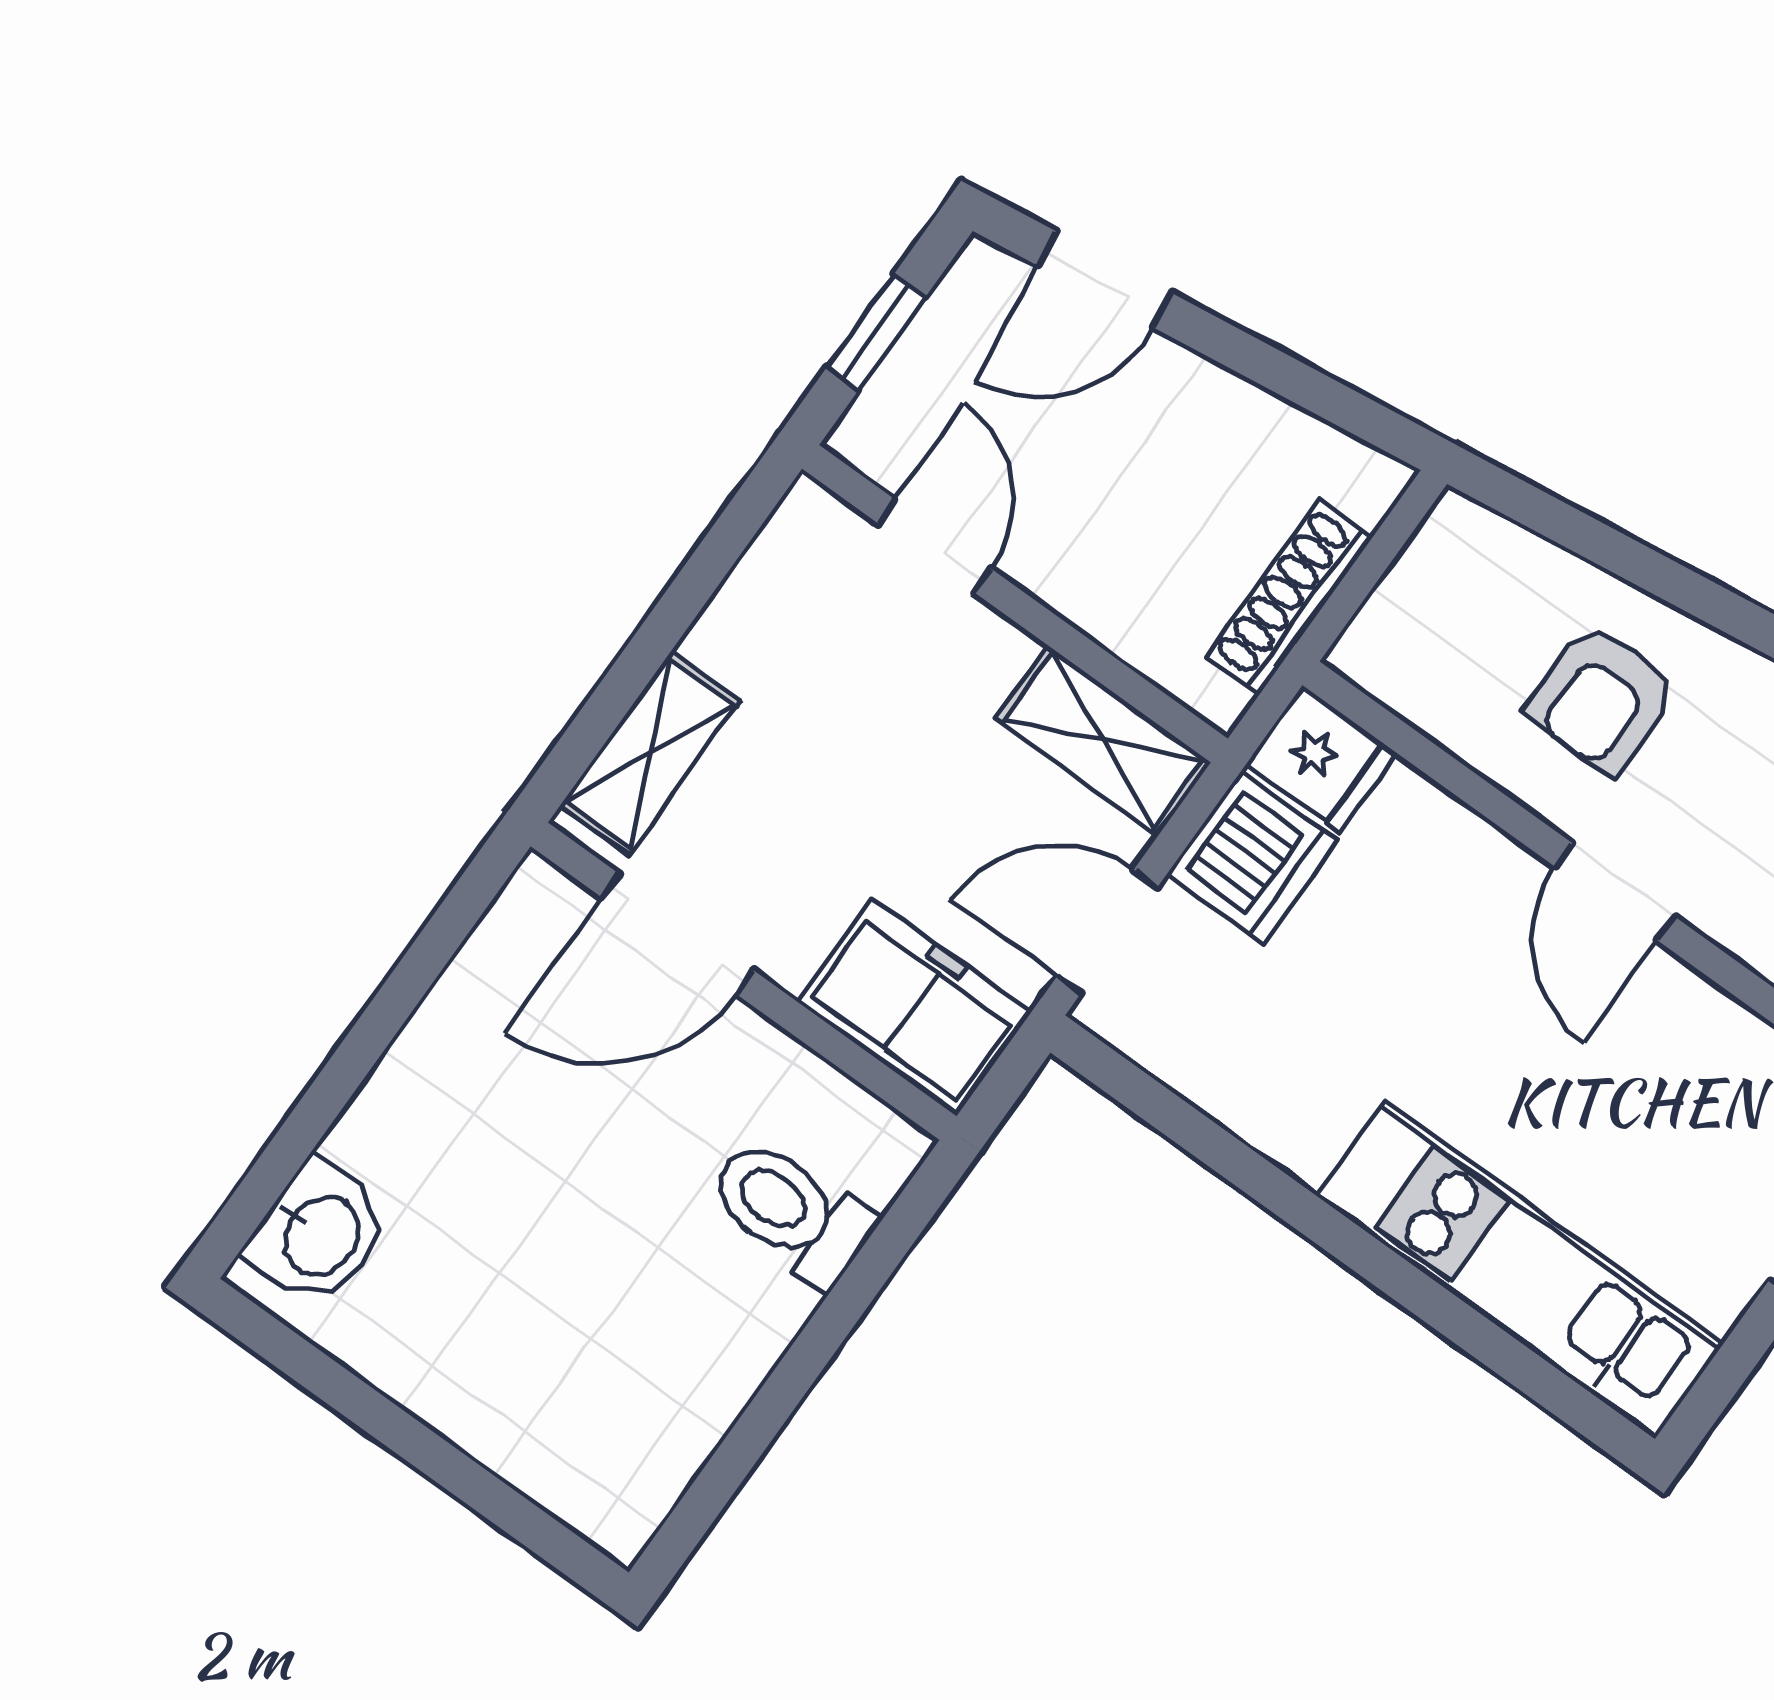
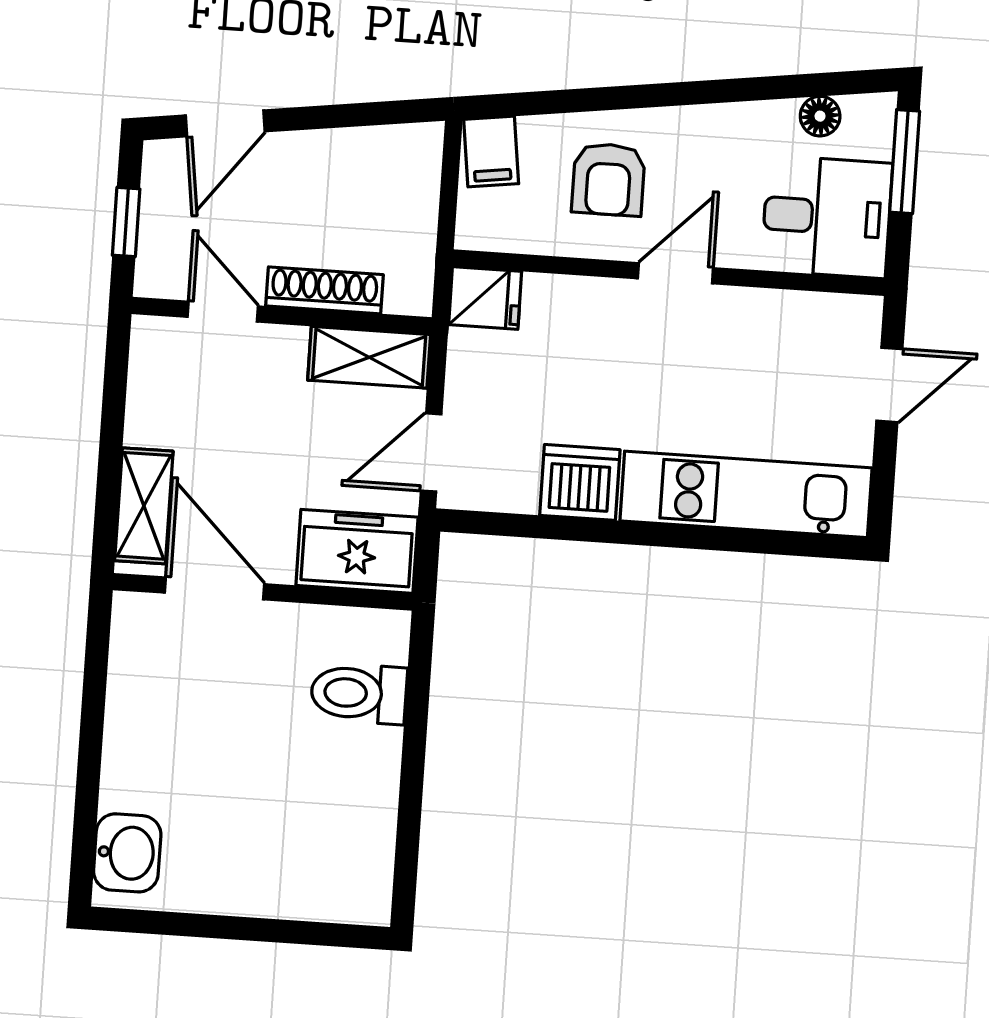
filing cabinet: (1459, 555) -> (491, 152), added
shoe rack: (1289, 597) -> (324, 290), moved, turned 90
dishwasher: (1252, 857) -> (580, 482), moved, turned -90
door: (1615, 892) -> (675, 273), swing flipped
door: (678, 934) -> (214, 588), swing flipped

